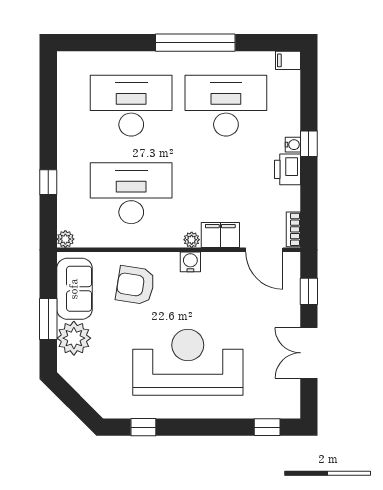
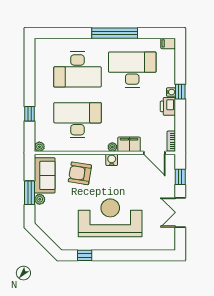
desk: (131, 106) -> (77, 70), turned 180
plant: (74, 338) -> (40, 199), width x0.53, depth x0.53
window: (267, 427) -> (156, 255), removed

